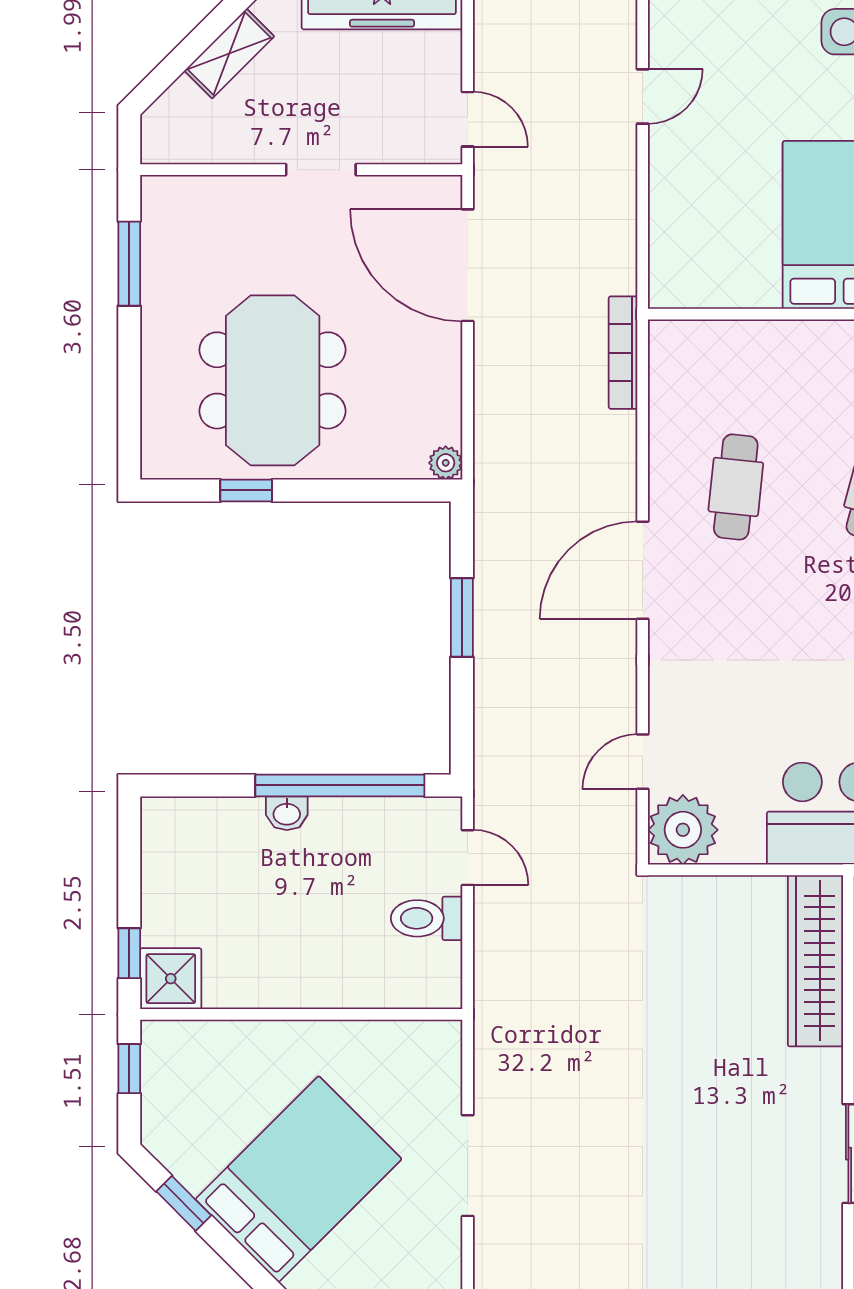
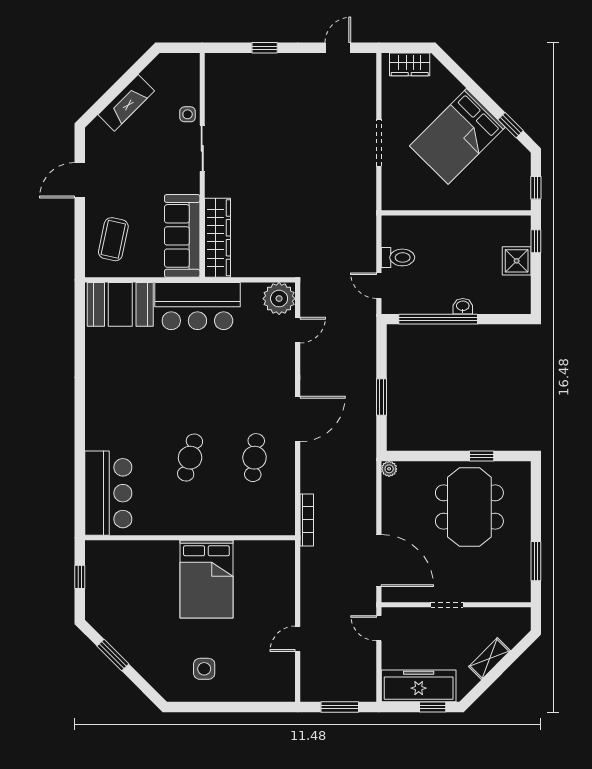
shower: (171, 979) -> (517, 261), moved

